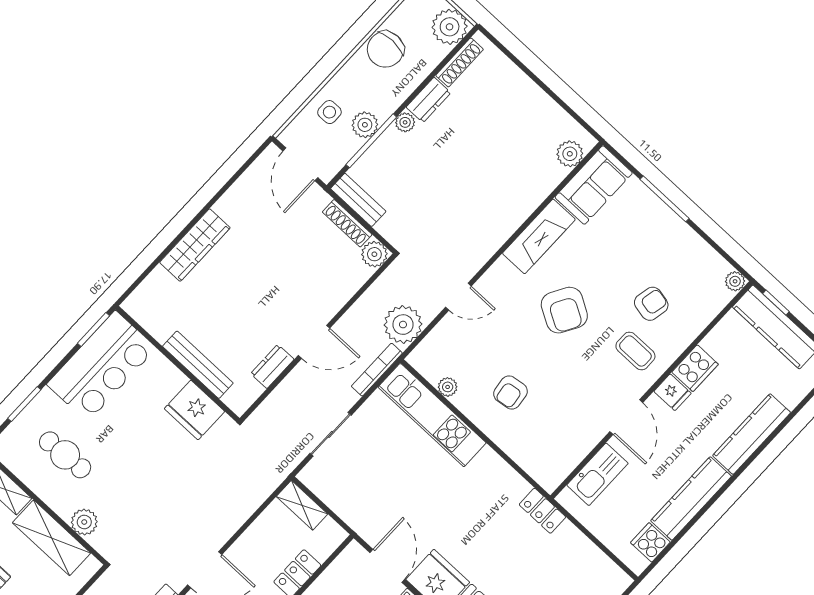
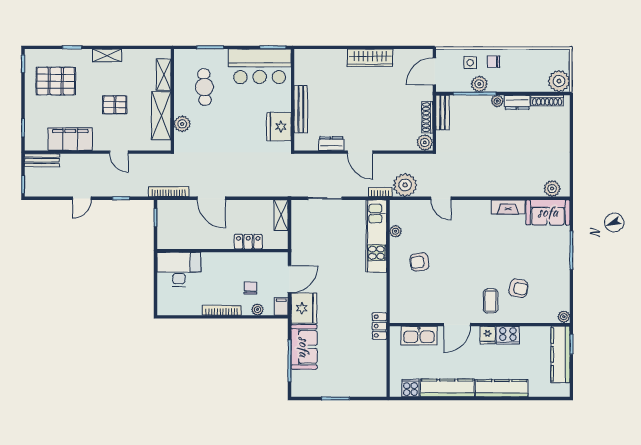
chair: (385, 49) -> (493, 62), moved, width x0.54, depth x0.54
fireplace: (539, 236) -> (508, 207), width x0.73, depth x0.76
wardrobe: (195, 245) -> (370, 58), moved
armchair: (564, 310) -> (479, 252), removed
bookcase: (377, 370) -> (380, 192), width x0.64

